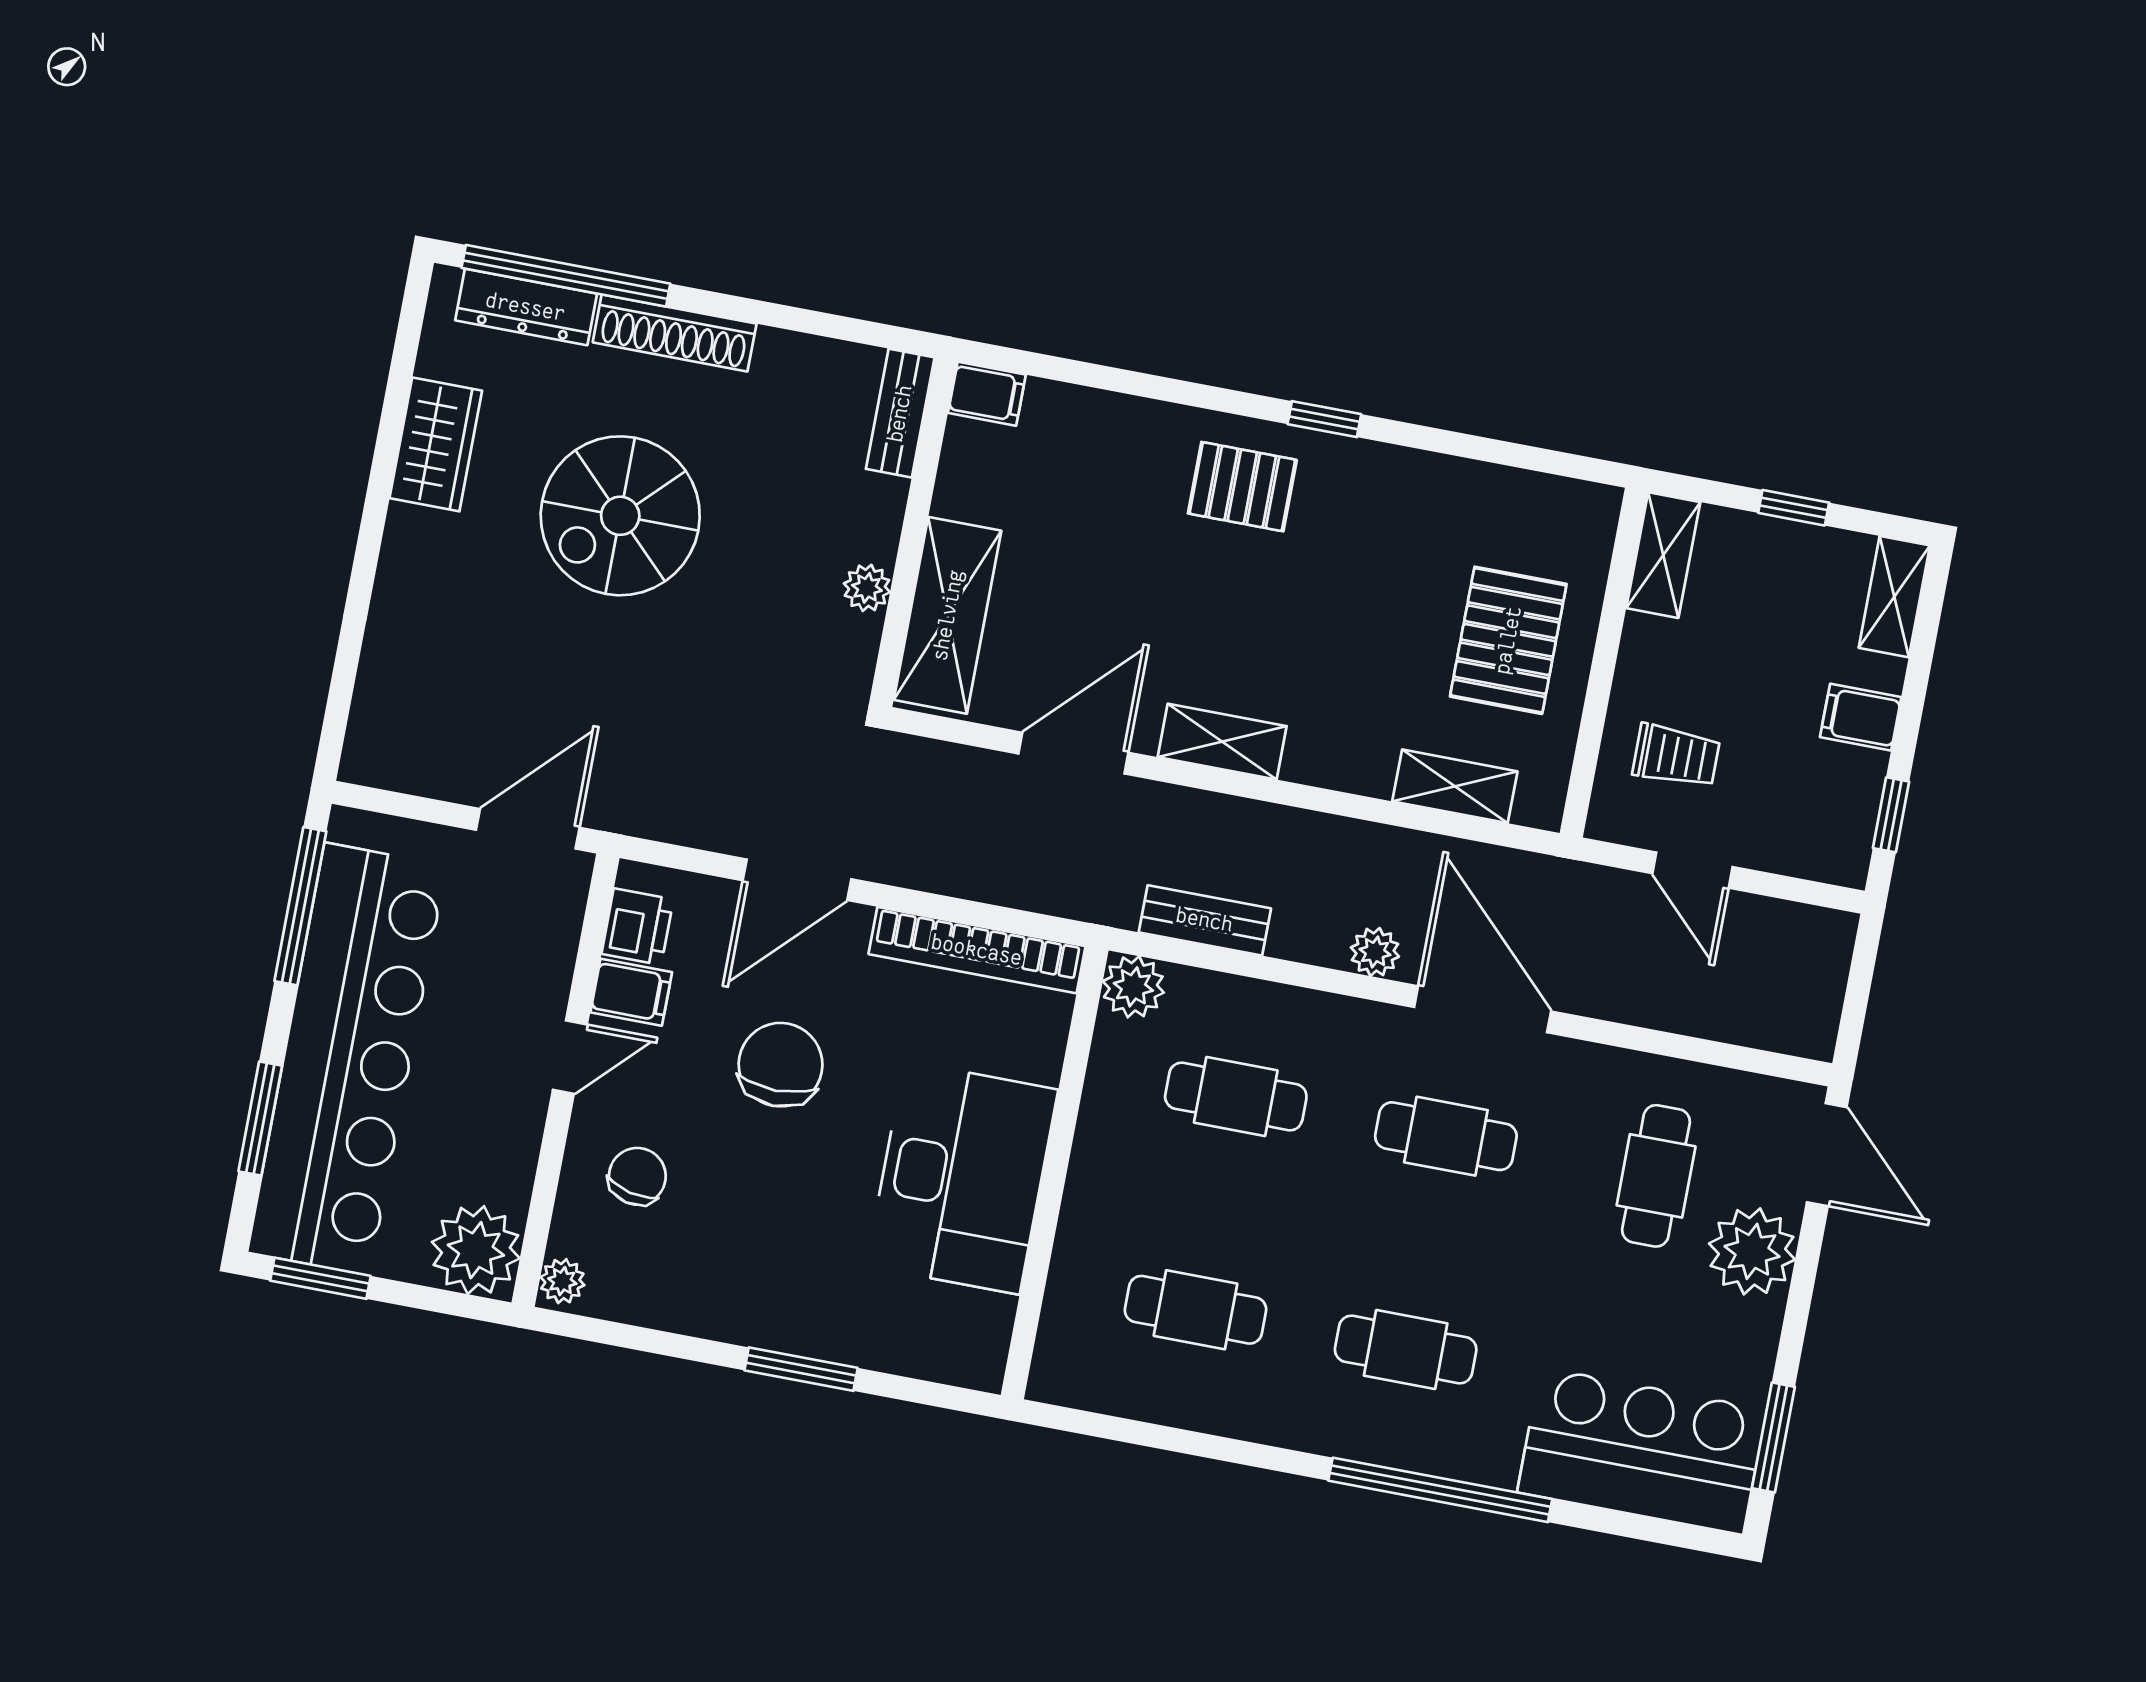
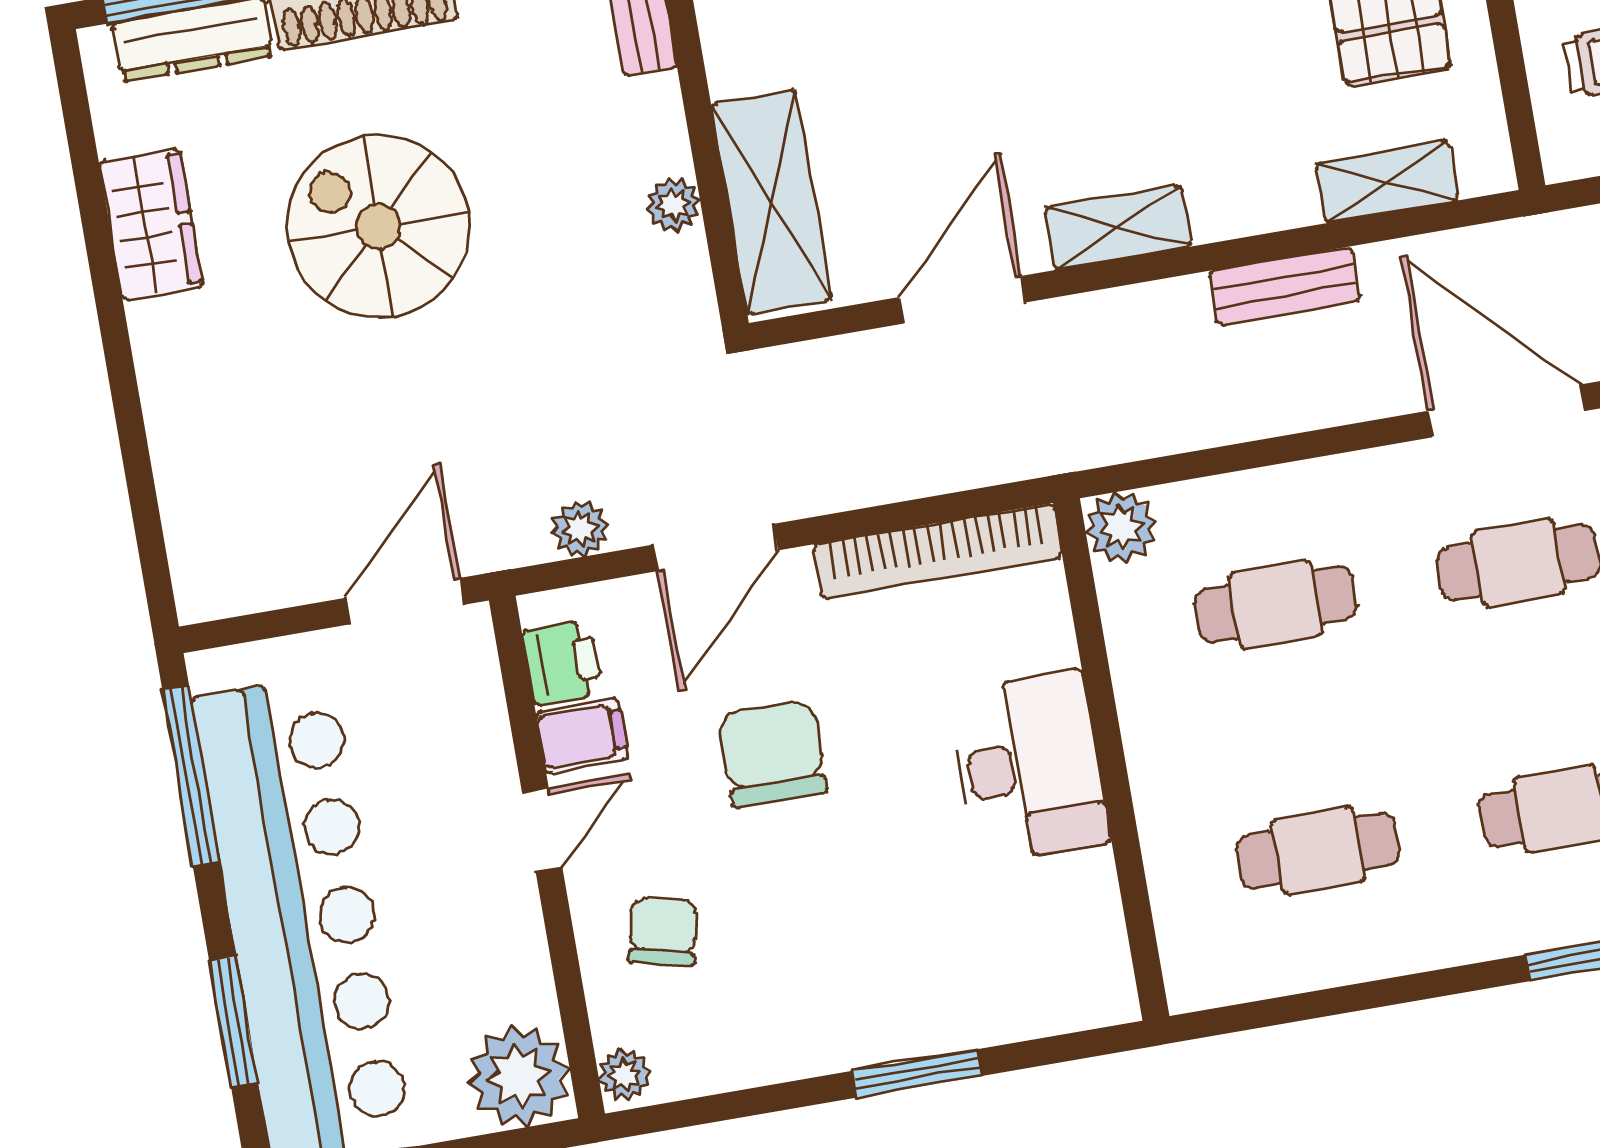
spiral stairs: (620, 516) -> (378, 227), turned 90
bench: (1205, 920) -> (1285, 286), moved
plant: (1375, 952) -> (580, 529), moved
desk: (962, 1178) -> (1029, 767), width x0.73, depth x0.77

